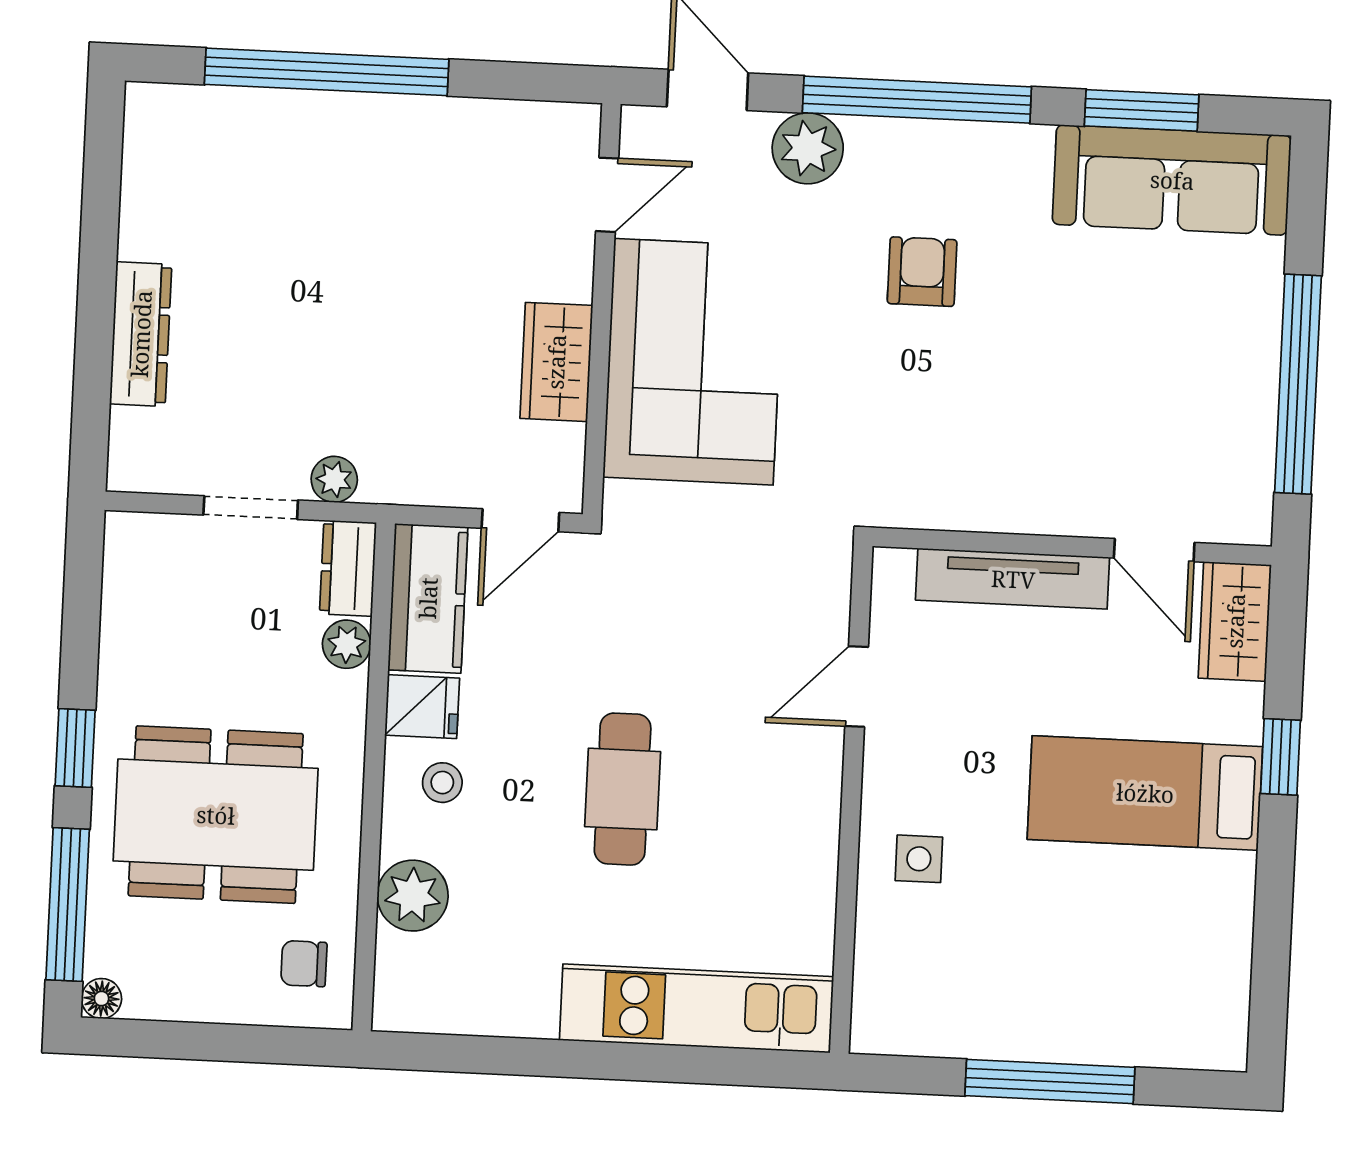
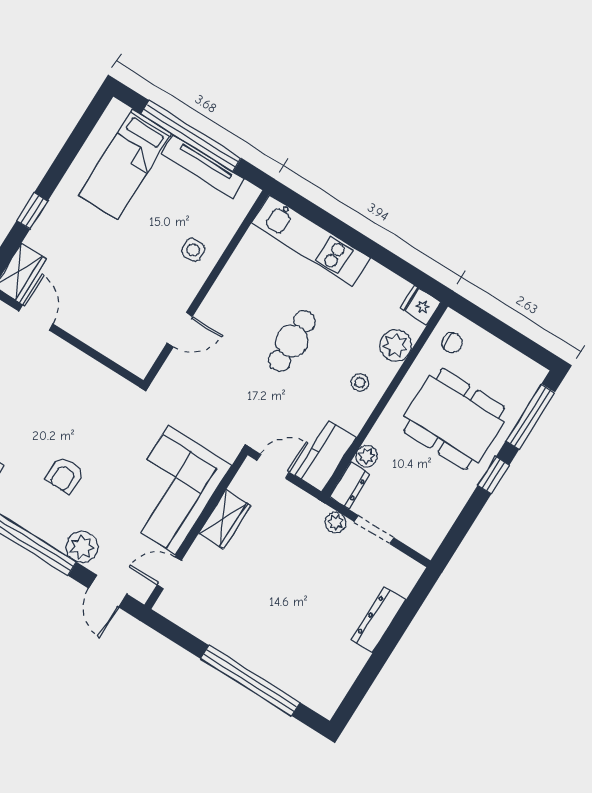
tv unit: (1013, 579) -> (203, 166), moved, turned 180
fridge: (422, 707) -> (421, 305), moved
bed: (1145, 793) -> (125, 164), moved, turned 90
floor lamp: (101, 999) -> (538, 373), removed
window: (1050, 1081) -> (191, 136), width x1.46

